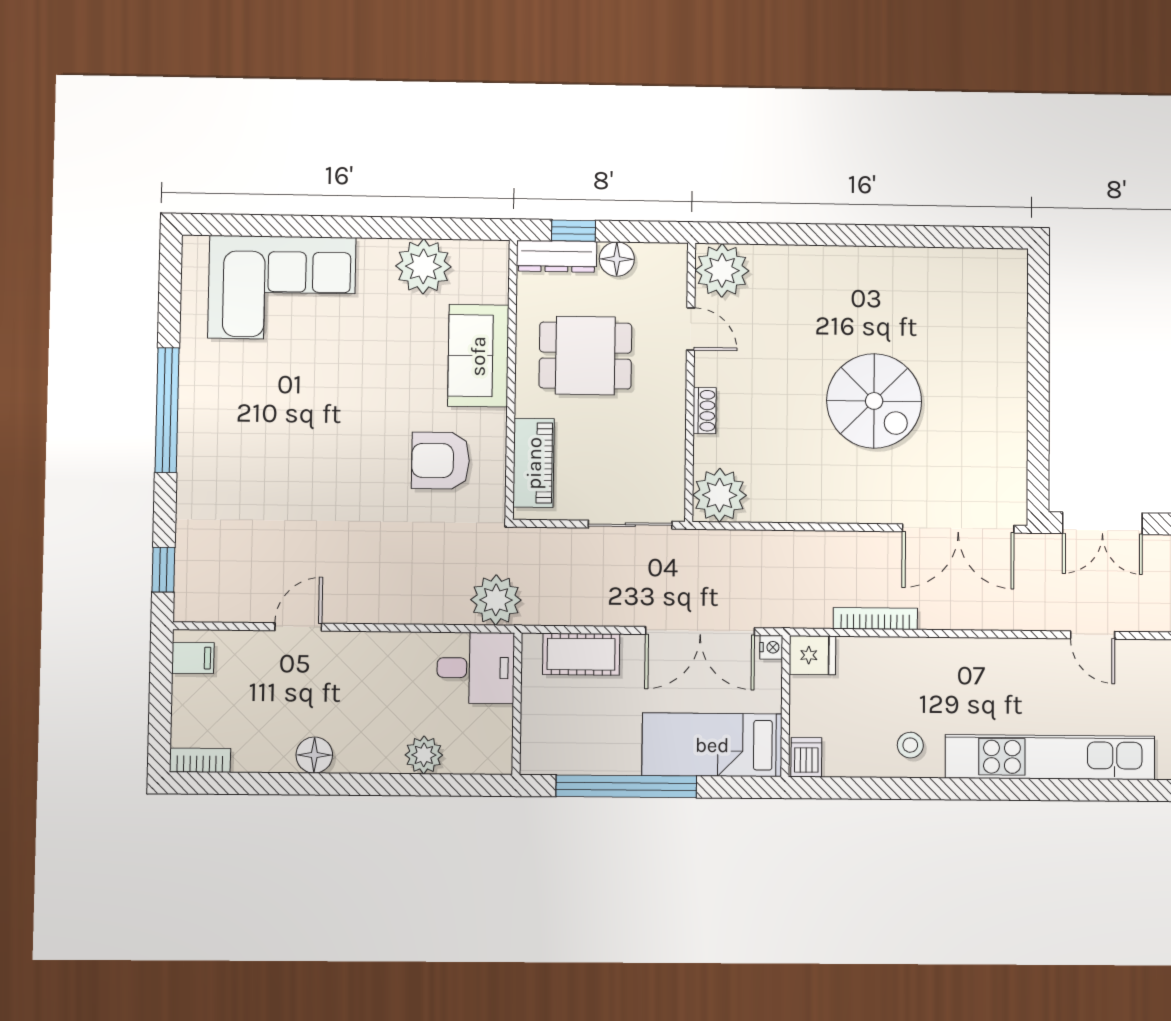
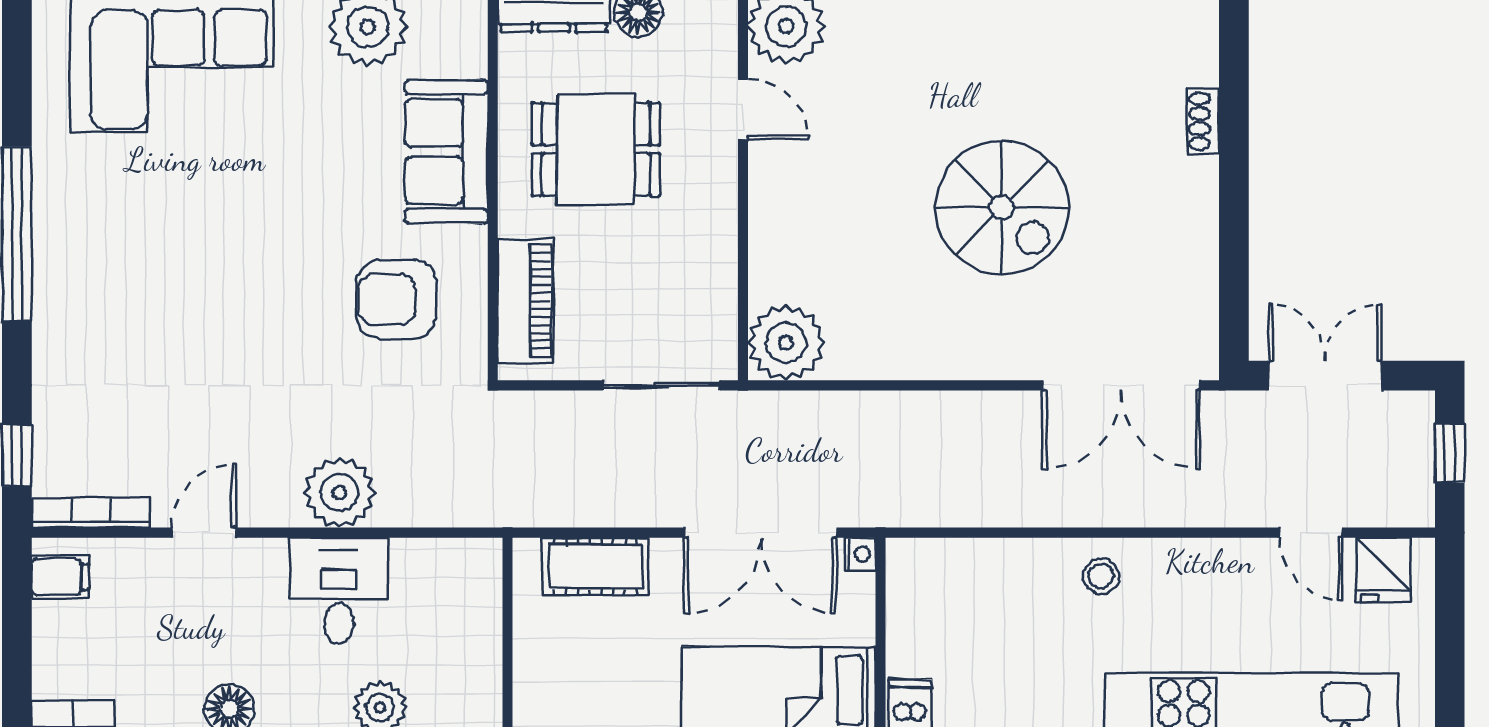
shoe rack: (705, 411) -> (1203, 121), moved, turned 180
double door: (1102, 523) -> (1325, 376), swing flipped
plant: (496, 600) -> (339, 492), moved
bookcase: (875, 619) -> (90, 513), moved
fridge: (812, 655) -> (1384, 570), moved, turned 90
desk: (476, 668) -> (339, 591), moved, turned -90
stool: (910, 745) -> (1101, 576), moved

